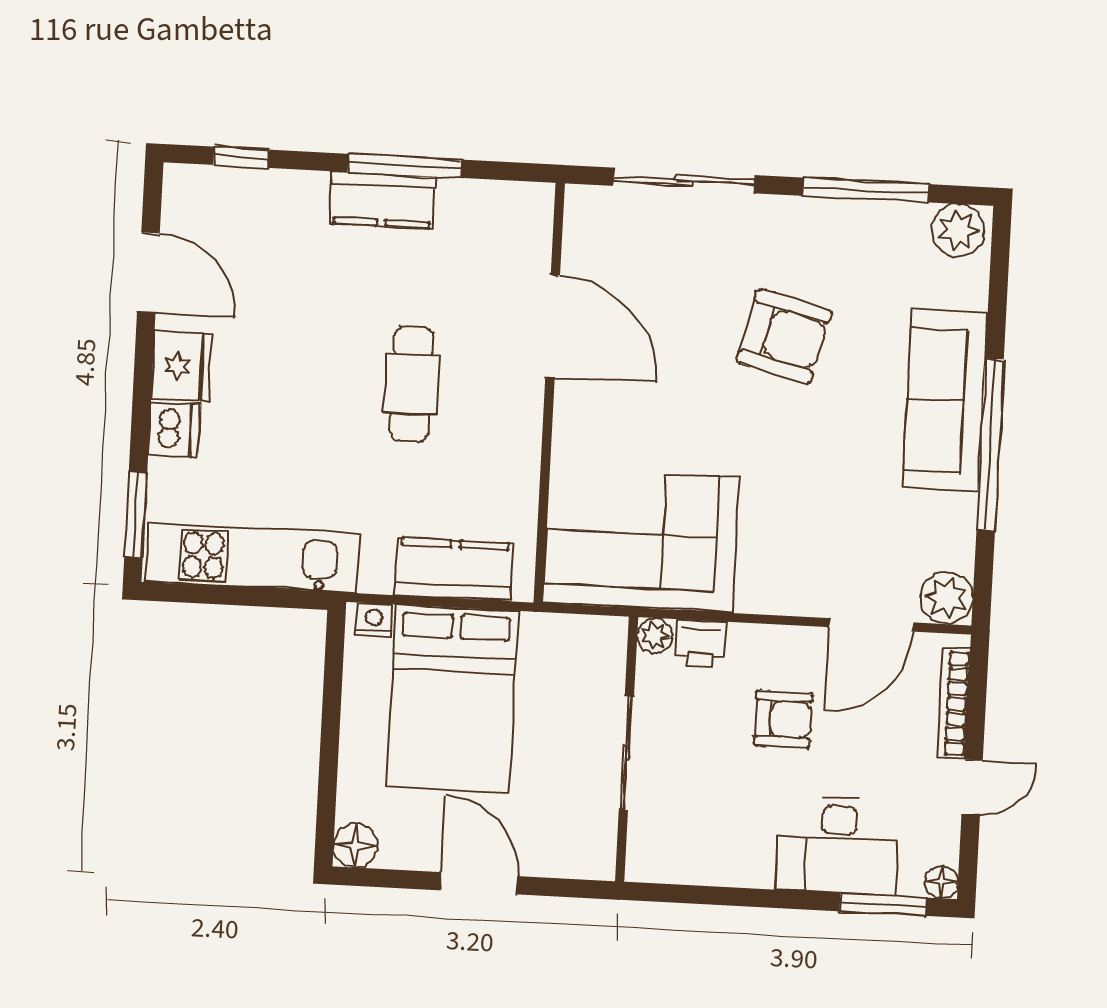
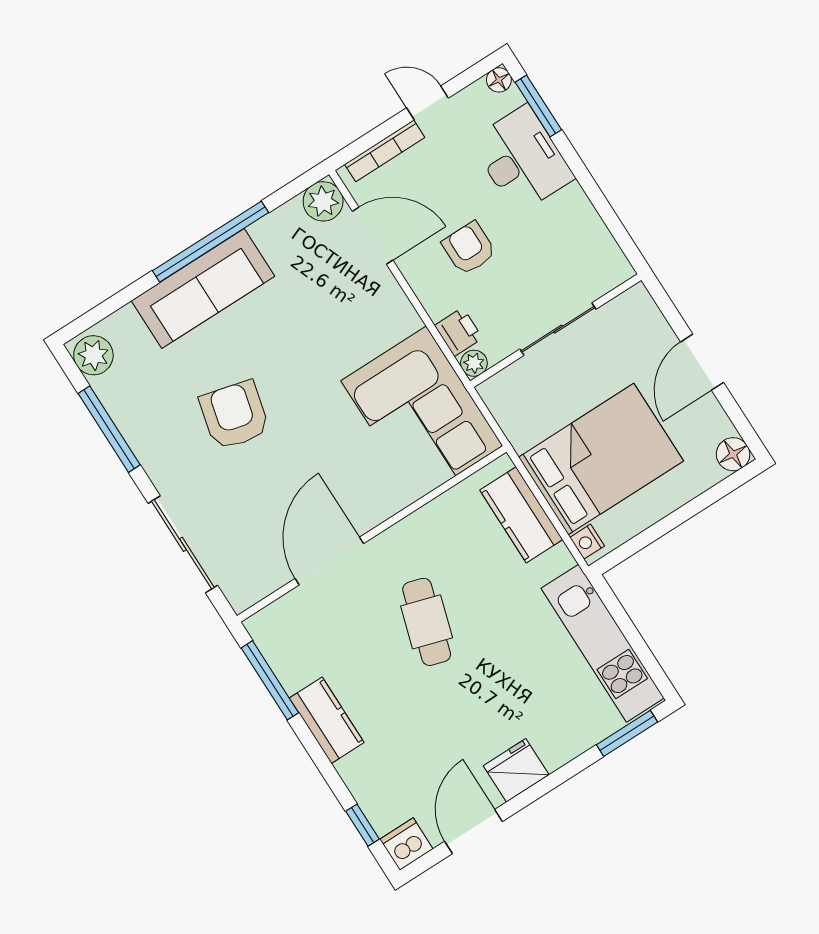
window: (405, 166) -> (270, 680), moved
cafe table: (411, 384) -> (427, 622), turned -73
dishwasher: (174, 429) -> (406, 844), moved

